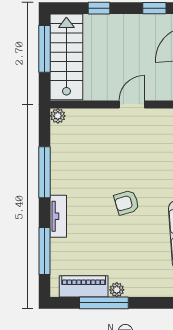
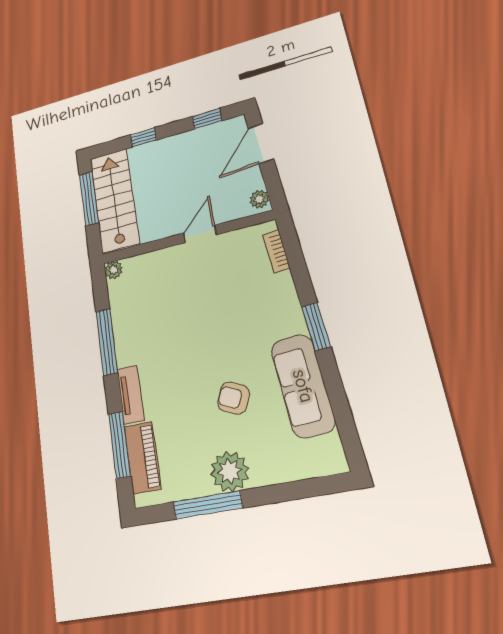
armchair: (127, 203) -> (234, 398), moved, turned 40
piano: (84, 286) -> (142, 457), moved, turned 90
plant: (117, 290) -> (229, 471), width x1.88, depth x1.88

